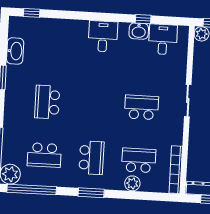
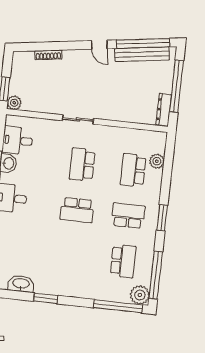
school desk: (47, 102) -> (77, 210), moved
bookcase: (176, 170) -> (144, 135), removed
plant: (132, 183) -> (157, 161), moved

